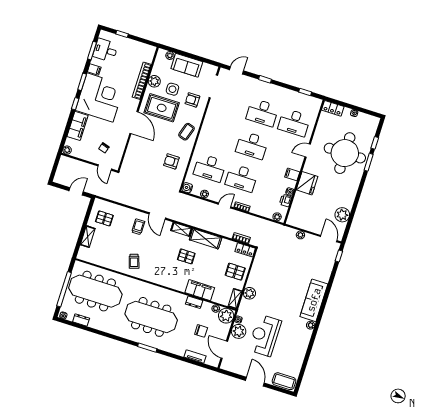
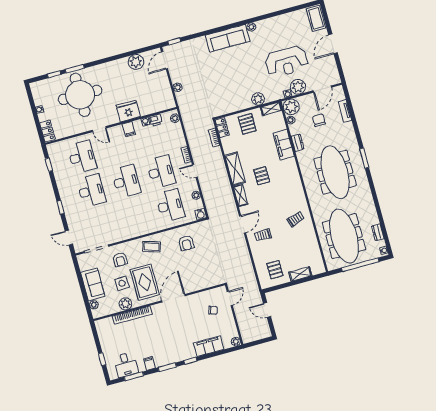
corner desk: (100, 98) -> (171, 342), removed

